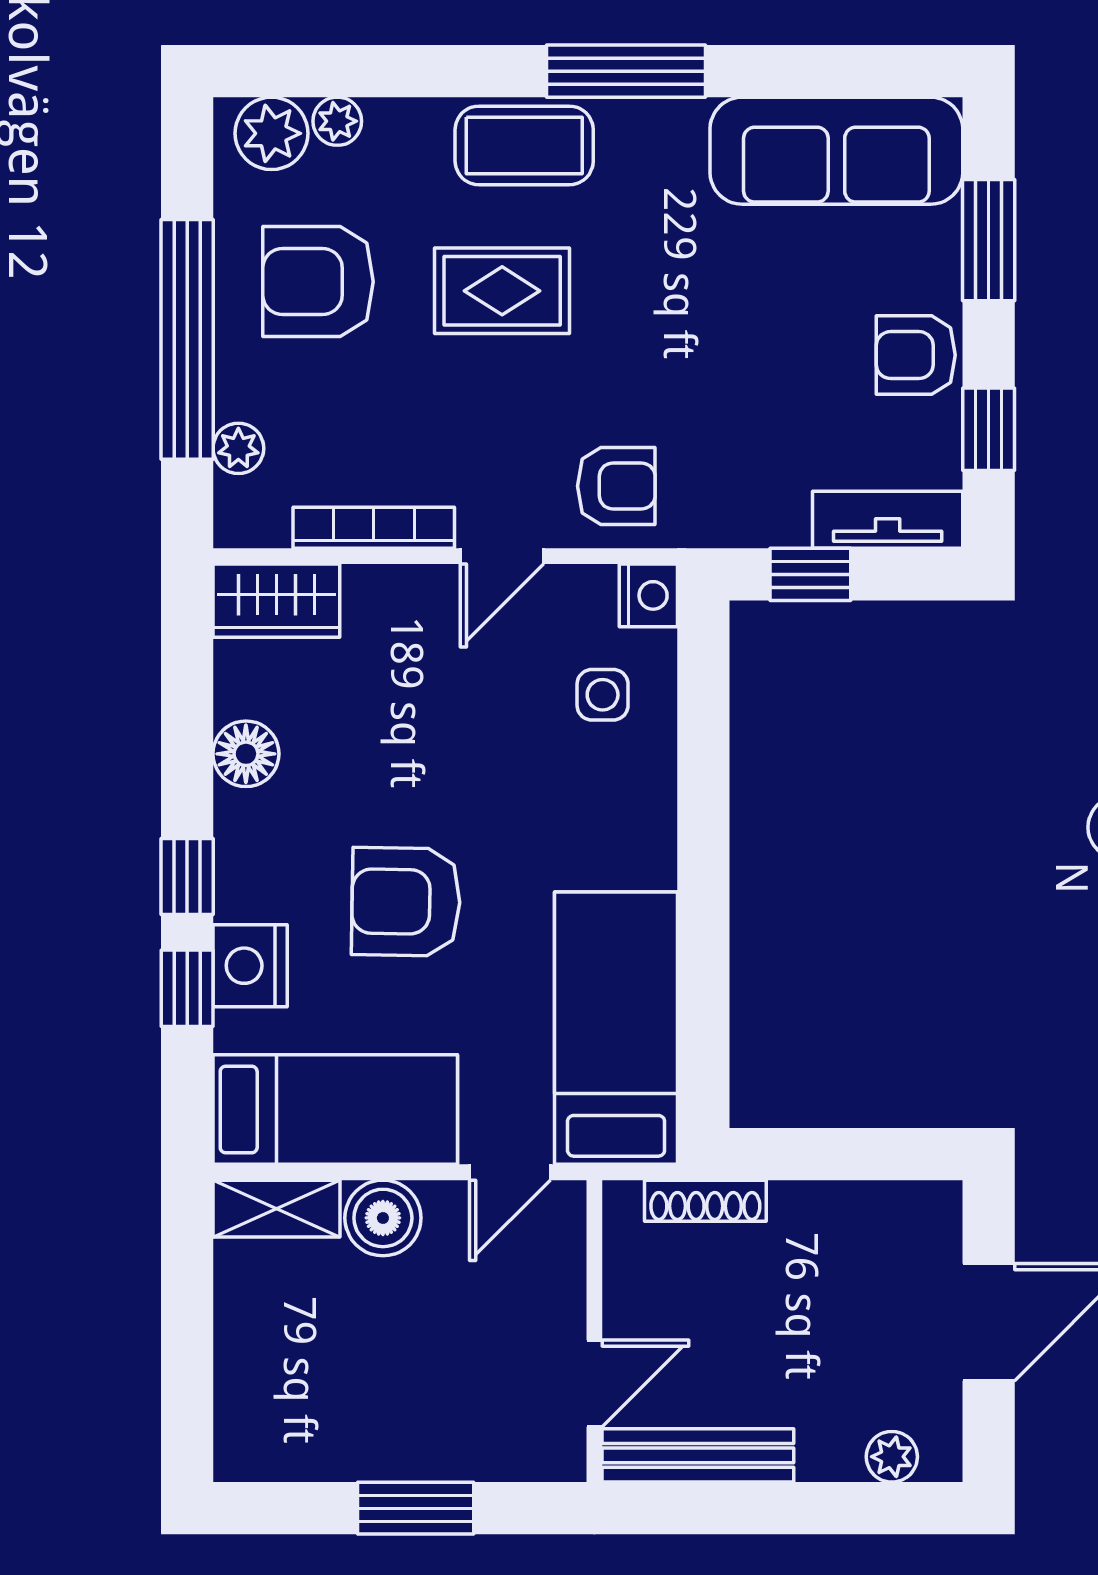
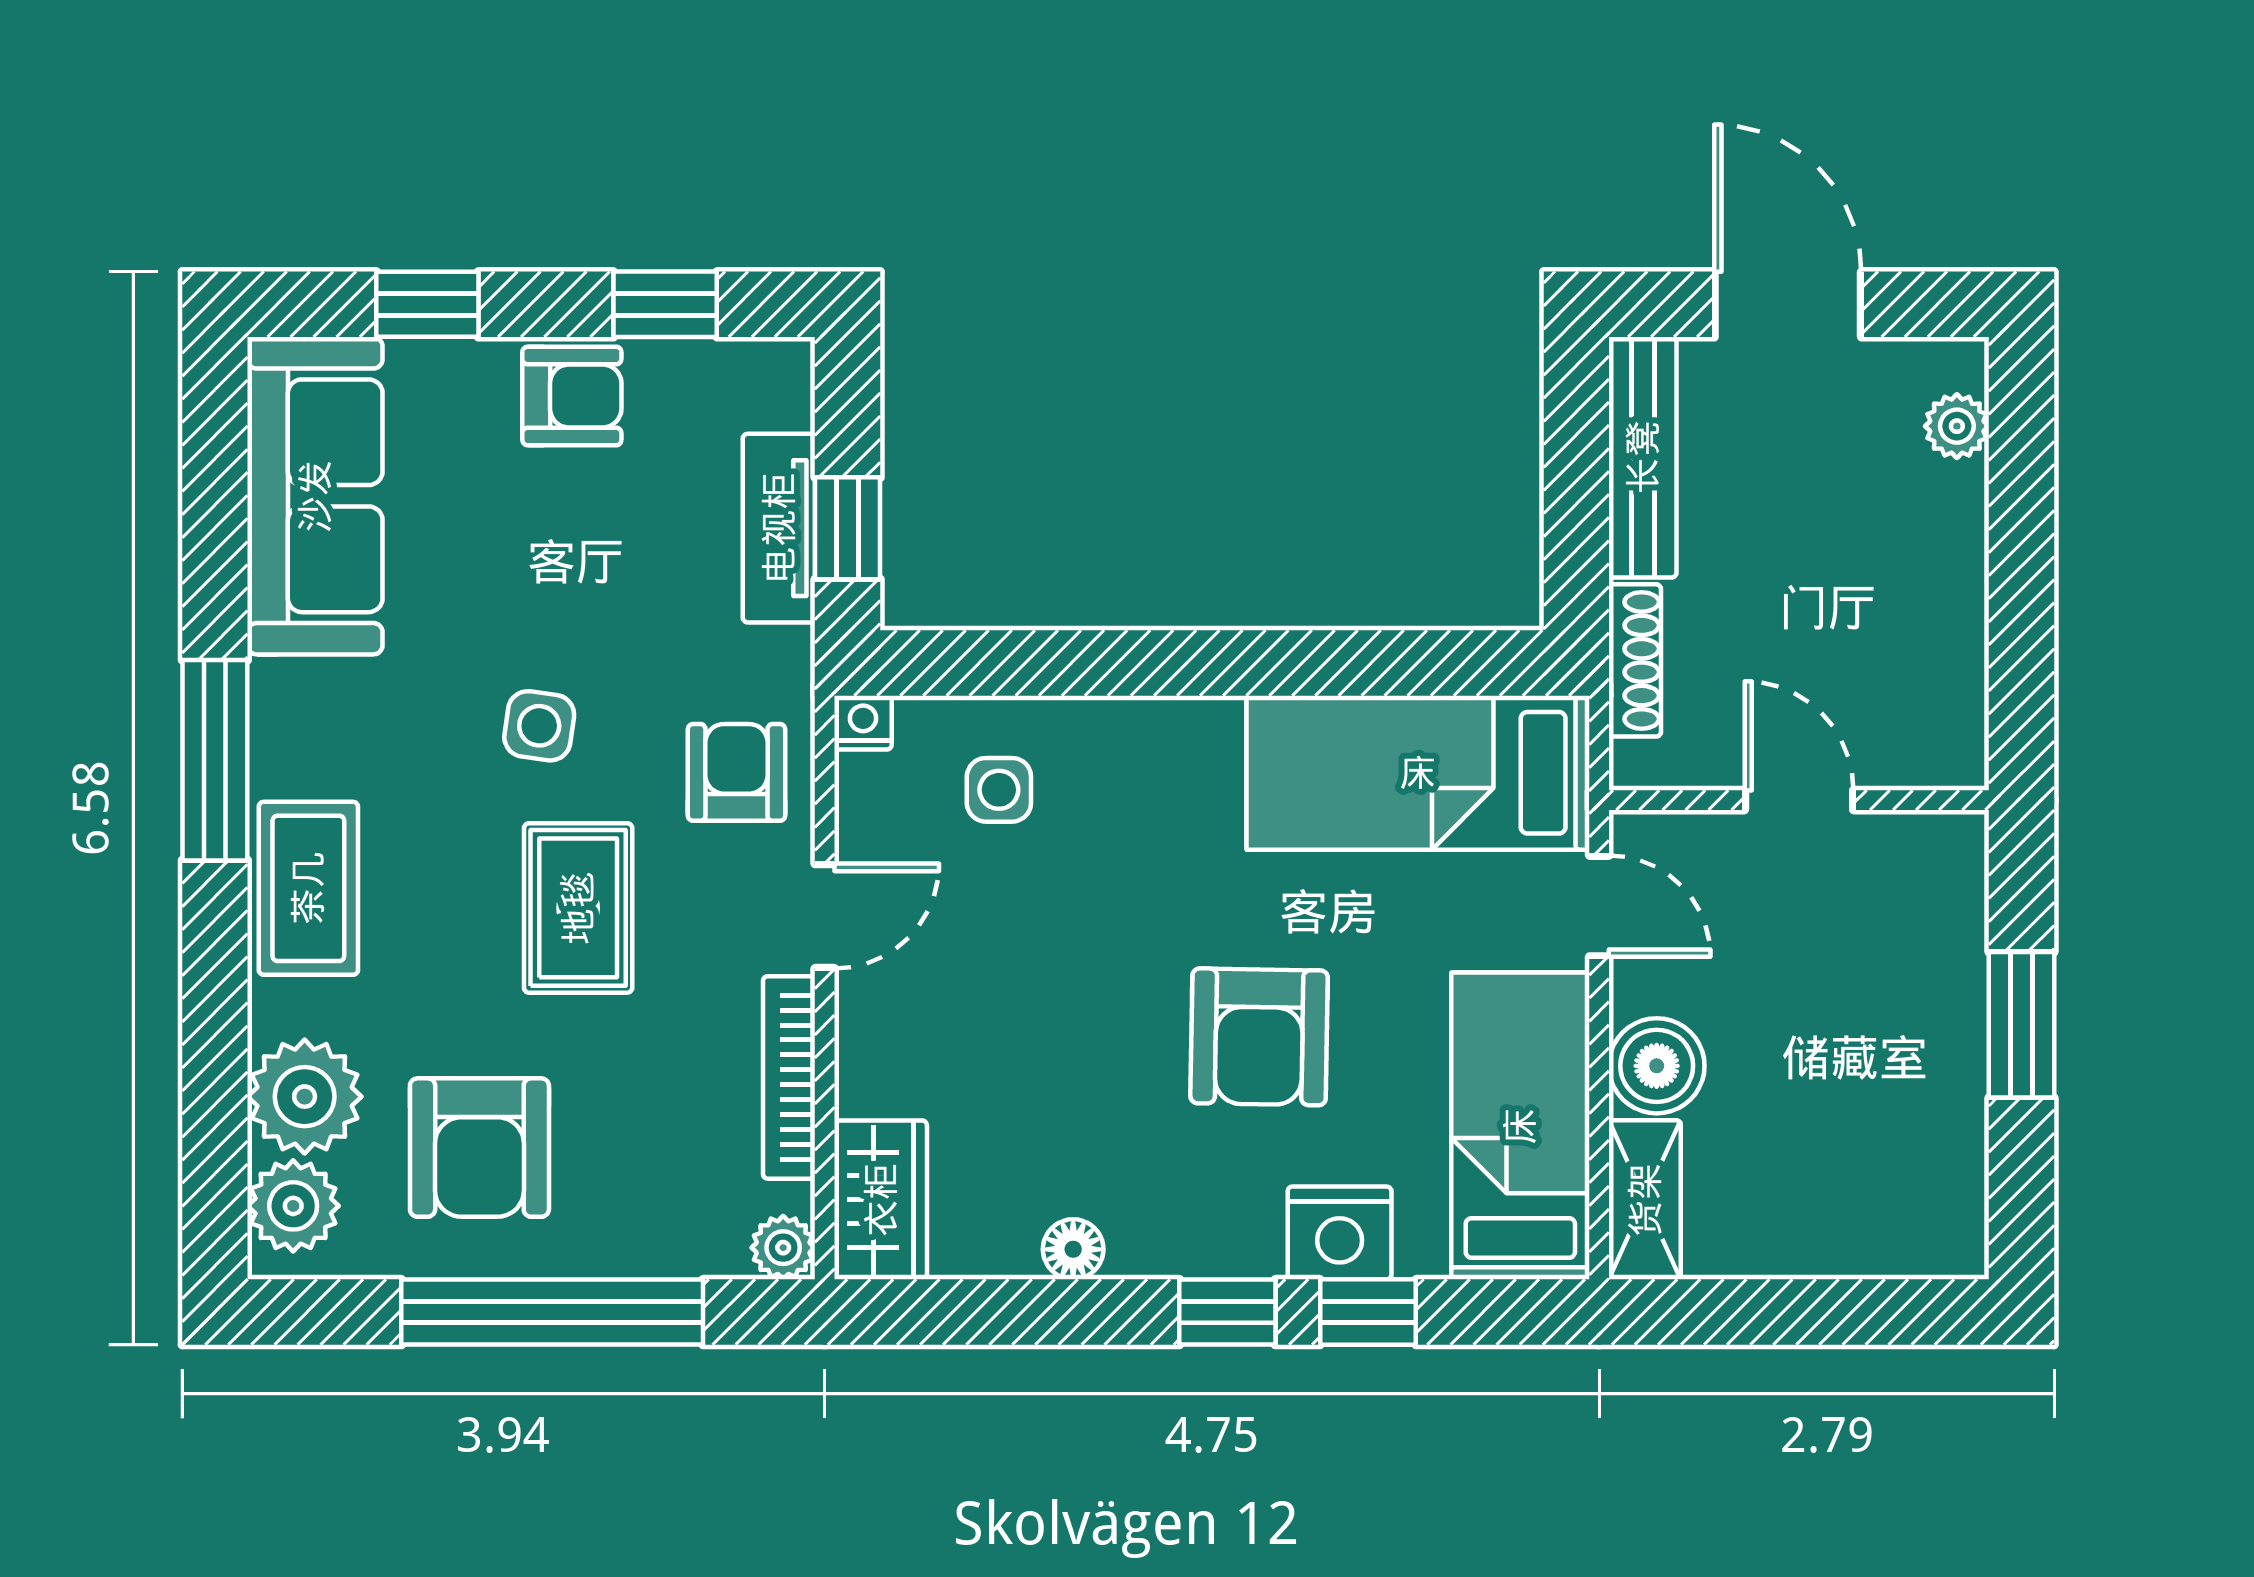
plant: (337, 121) -> (305, 1097), width x1.87, depth x1.87
window: (989, 240) -> (427, 304), width x0.67
rug: (502, 291) -> (578, 908), moved
side table: (653, 329) -> (539, 726), added
armchair: (916, 355) -> (572, 396), turned -90
plant: (238, 448) -> (783, 1248), moved
tv unit: (888, 520) -> (779, 528), moved
door: (502, 556) -> (825, 916), hinge flipped
nightstand: (648, 595) -> (863, 723), width x0.72, depth x0.74
floor lamp: (246, 754) -> (1073, 1249), width x0.73, depth x0.73
door: (594, 1384) -> (1799, 800), moved
bench: (698, 1455) -> (1643, 457), moved

